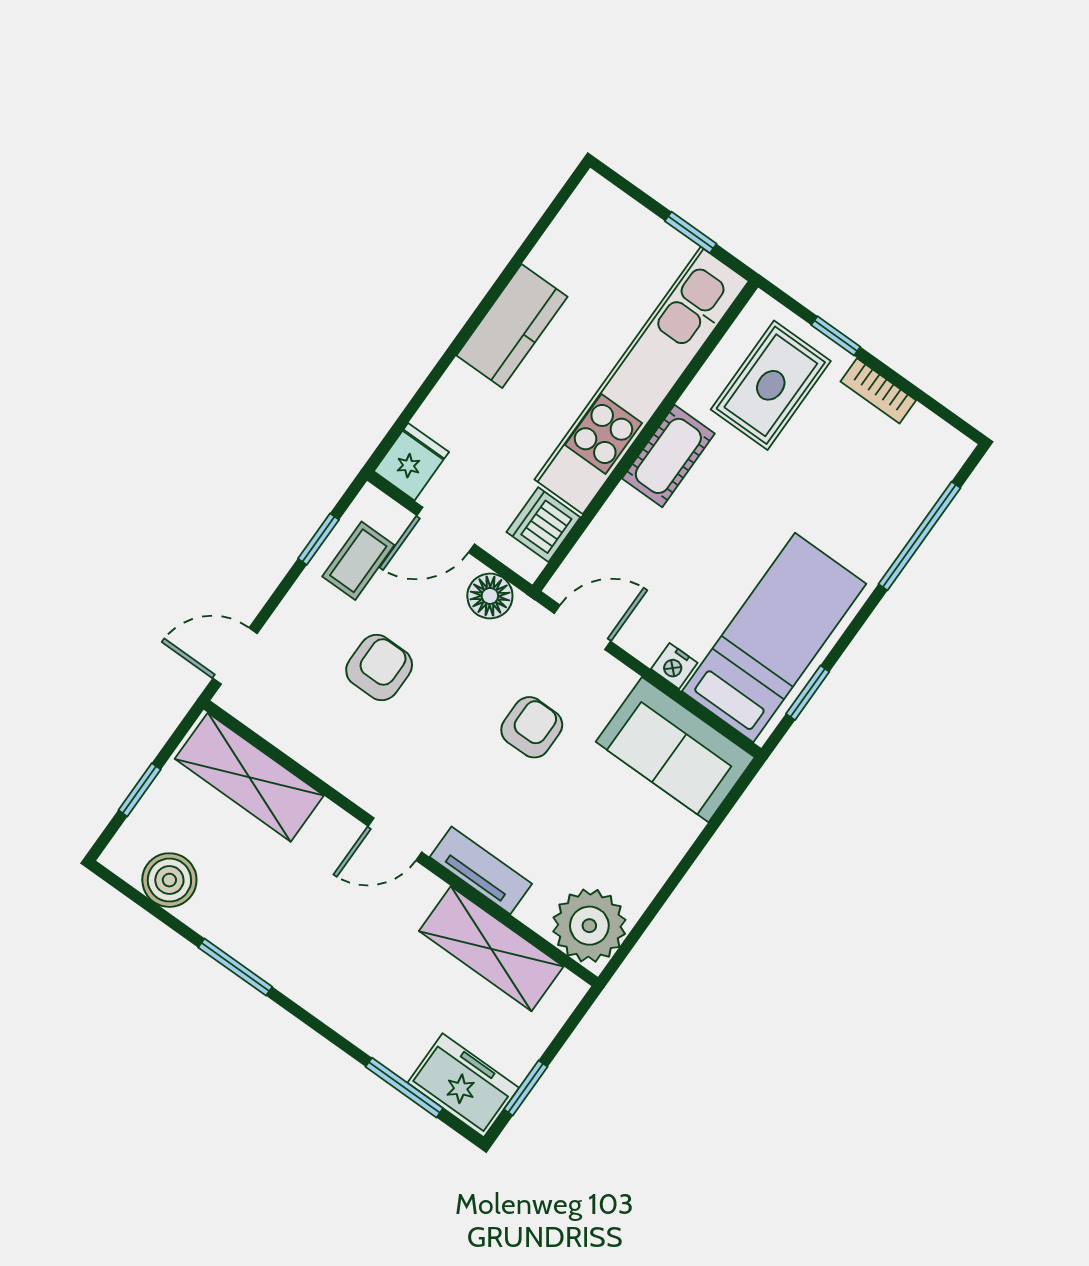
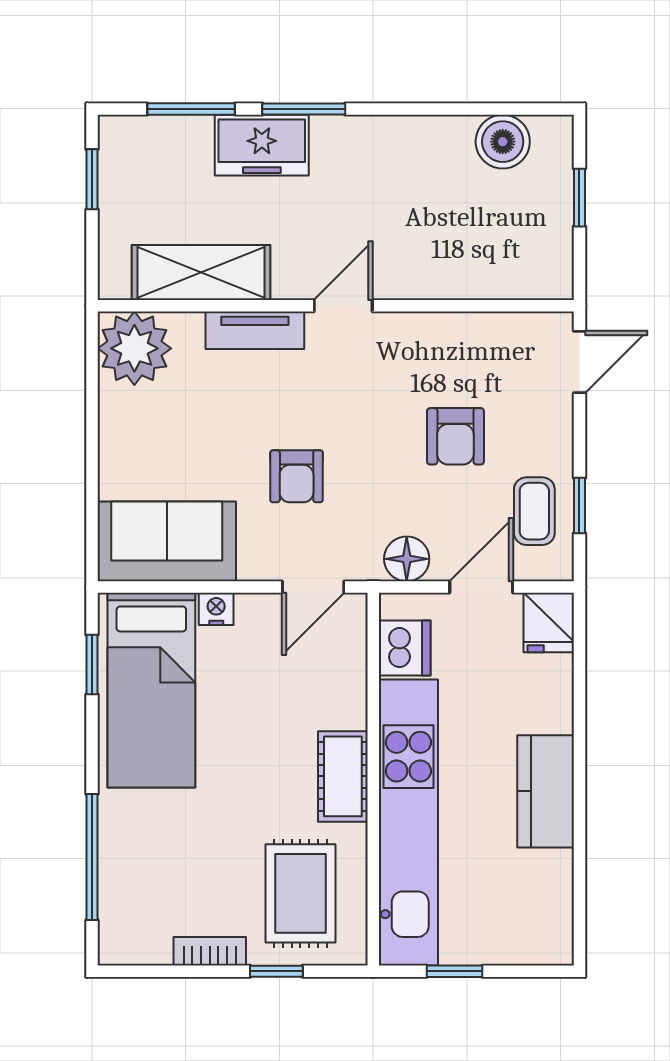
shelving: (249, 777) -> (497, 272), removed
window: (235, 967) -> (304, 109), moved
freezer: (463, 1085) -> (262, 145), moved

